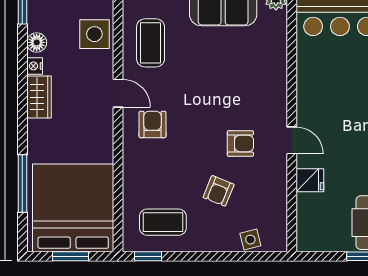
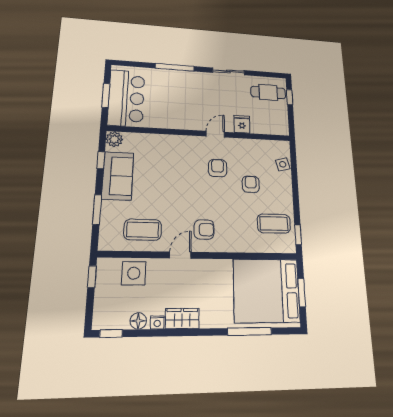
armchair: (152, 124) -> (204, 230), turned 180
armchair: (219, 191) -> (251, 184), turned -112
coffee table: (163, 222) -> (274, 224), turned 90

